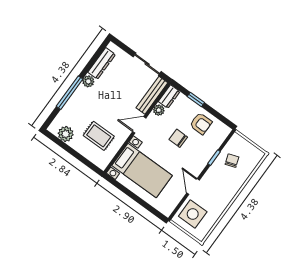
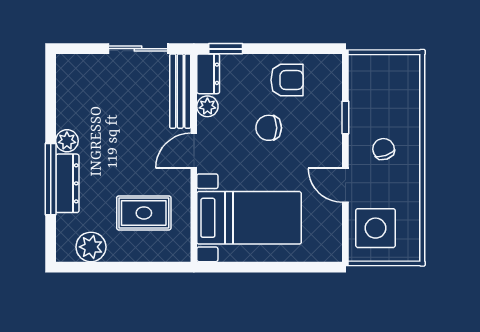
dresser: (102, 63) -> (67, 183), moved
window: (196, 99) -> (226, 49), moved
chair: (232, 161) -> (384, 149), moved

